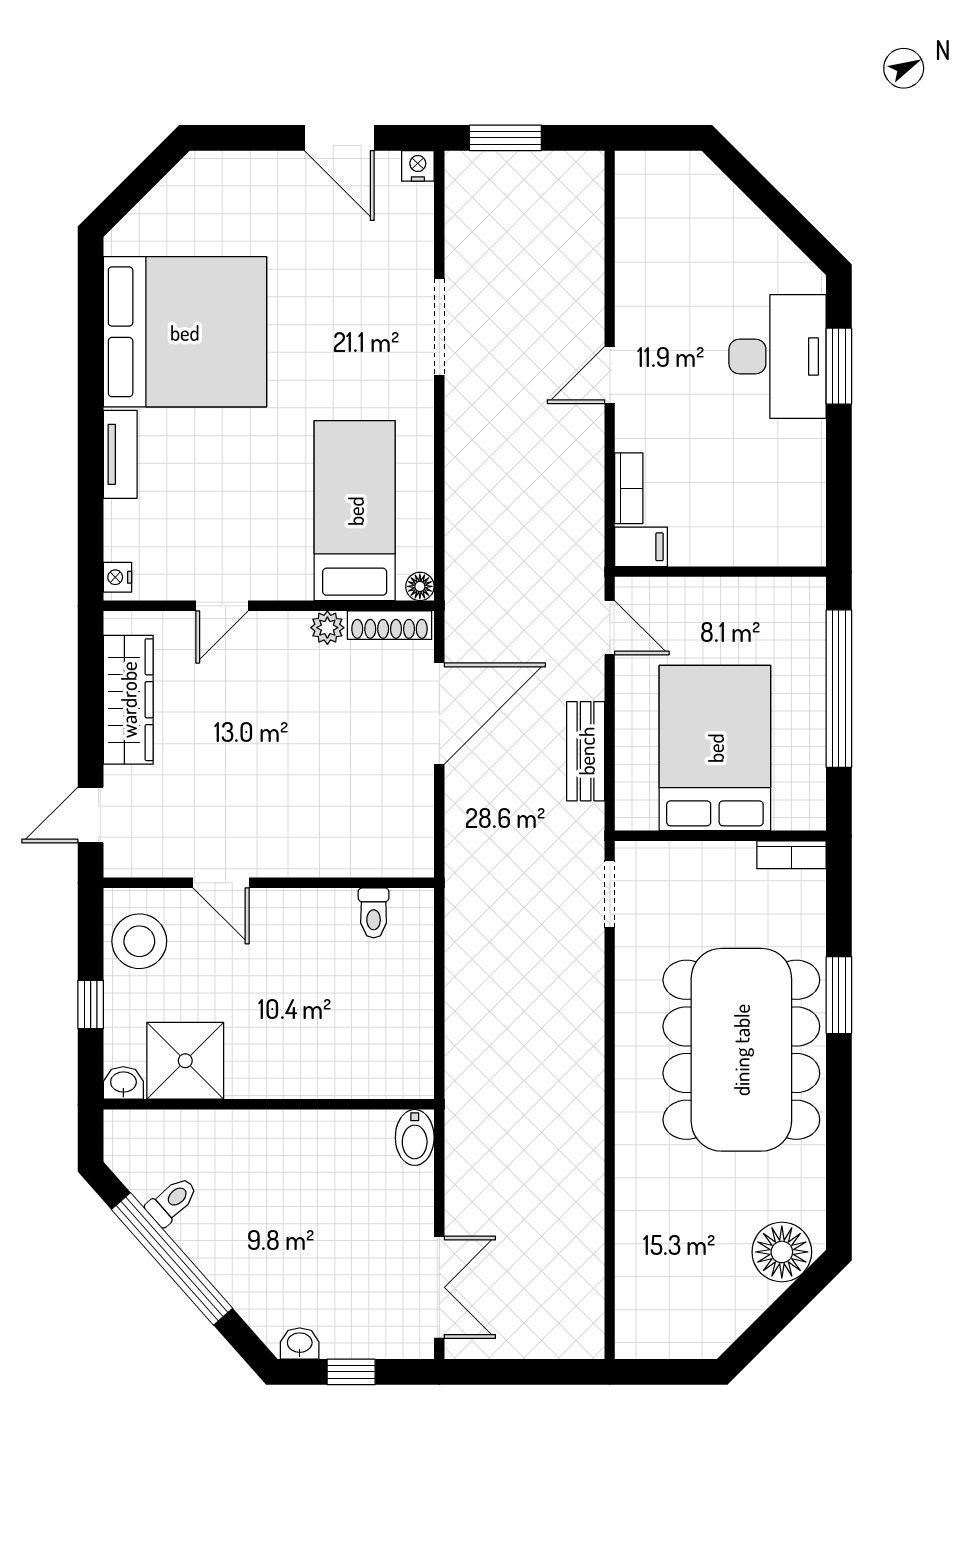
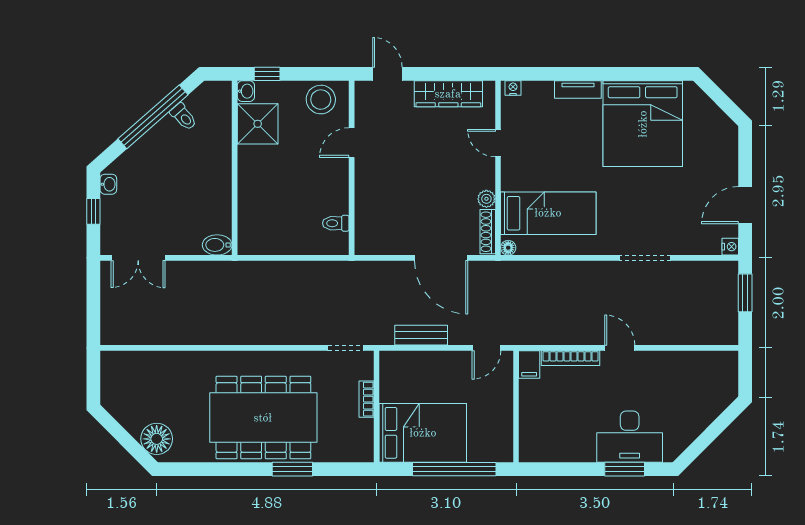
bookcase: (629, 488) -> (570, 358), width x1.56
bed: (715, 748) -> (423, 433), moved
bookcase: (791, 855) -> (366, 399), moved
window: (91, 1004) -> (267, 74), moved

